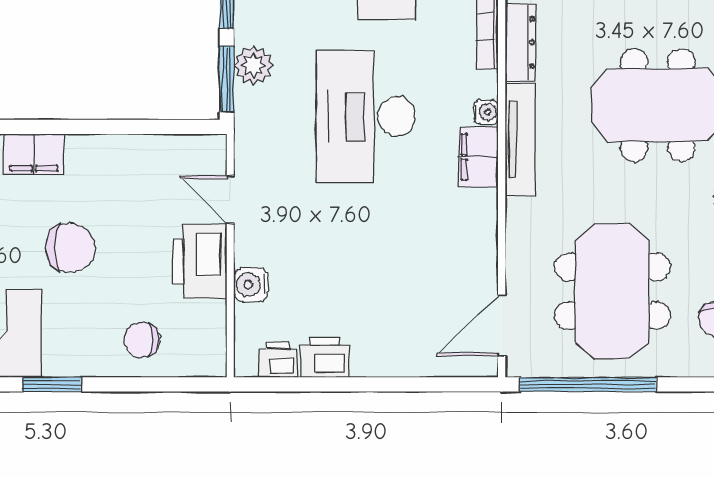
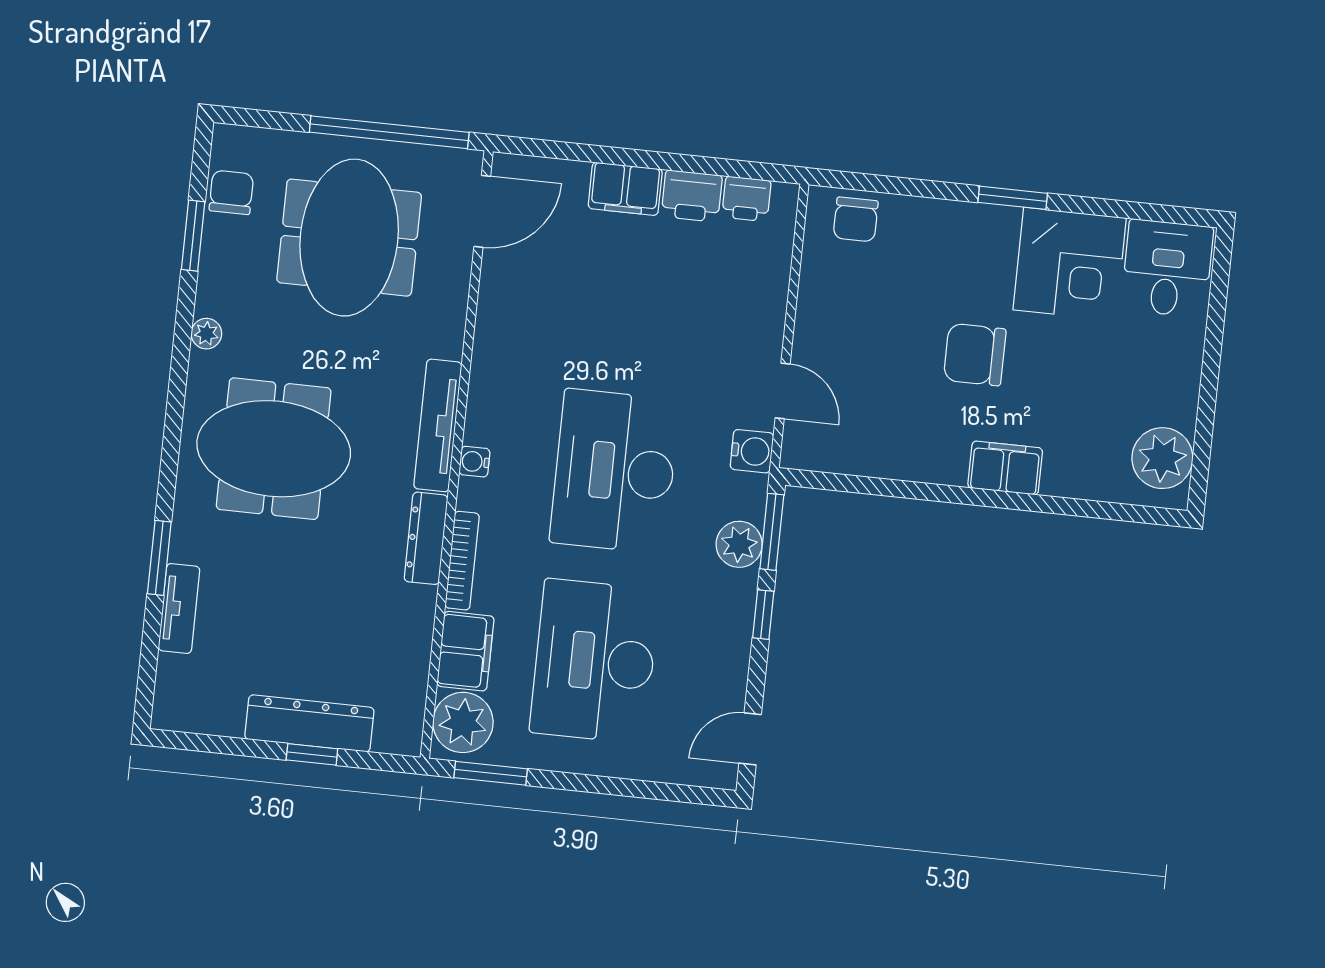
desk: (366, 116) -> (615, 471), turned 180
filing cabinet: (478, 157) -> (625, 189), moved, turned 90
printer: (200, 261) -> (826, 323), removed
water cooler: (251, 285) -> (752, 451), moved
chair: (142, 340) -> (856, 219), moved, turned 90

